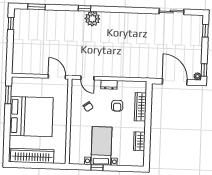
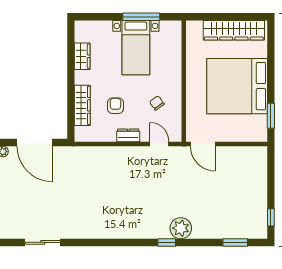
plant: (92, 19) -> (181, 228), moved
window: (97, 168) -> (141, 17), width x2.17

